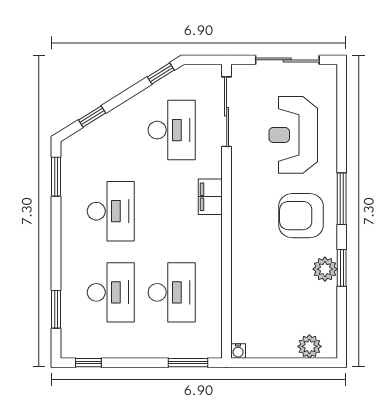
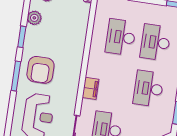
armchair: (301, 216) -> (40, 70), turned 90
plant: (325, 269) -> (34, 18), moved

